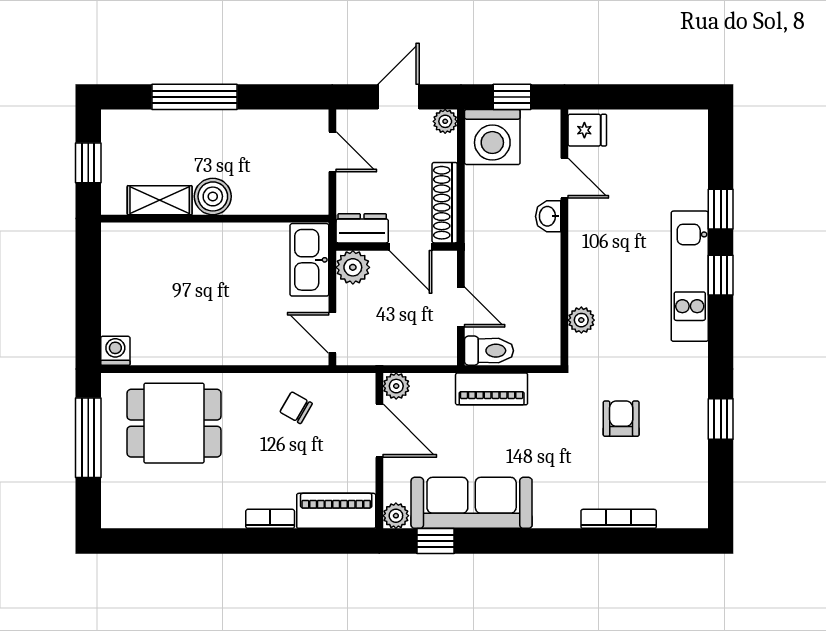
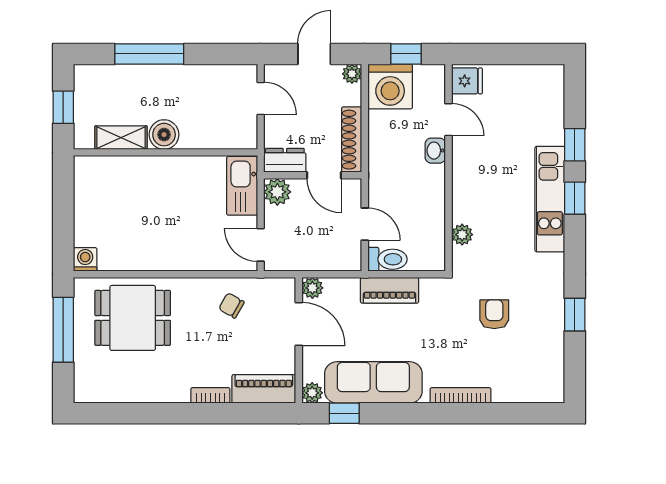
bookcase: (619, 519) -> (460, 395), moved

